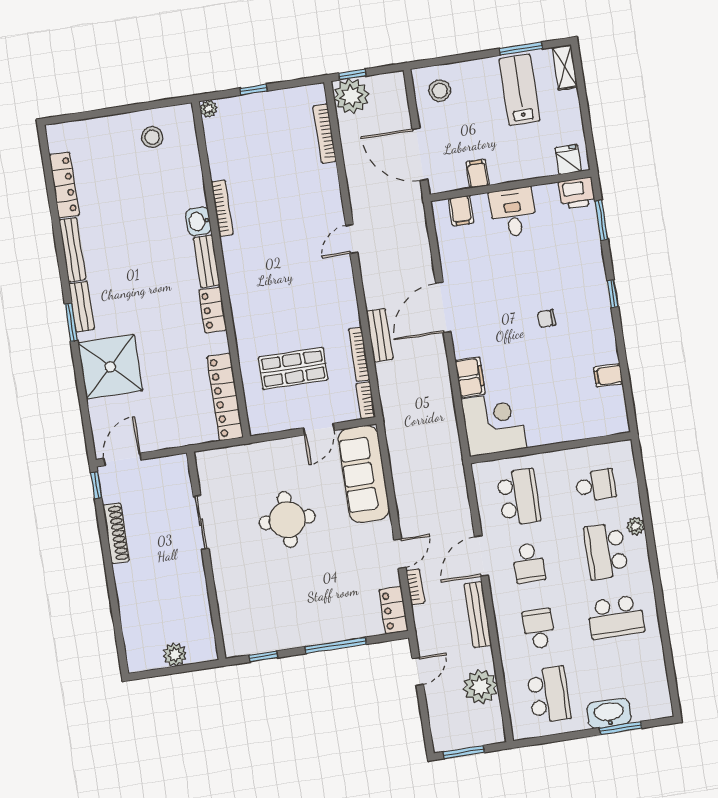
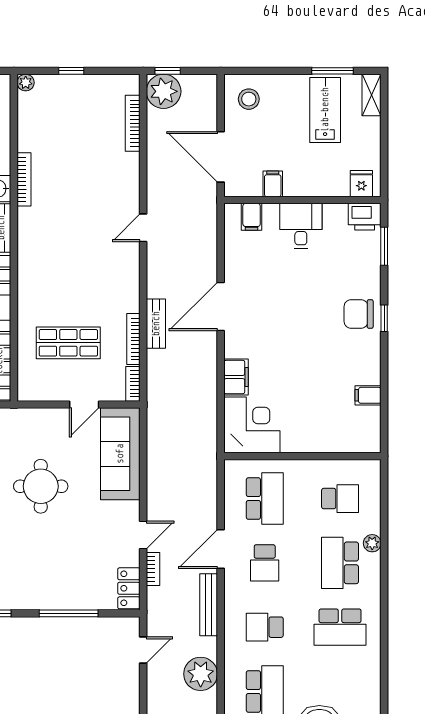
chair: (546, 319) -> (359, 314), moved, width x1.87, depth x1.87
school desk: (539, 629) -> (265, 627), turned -90

